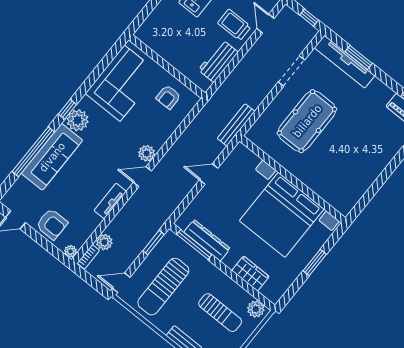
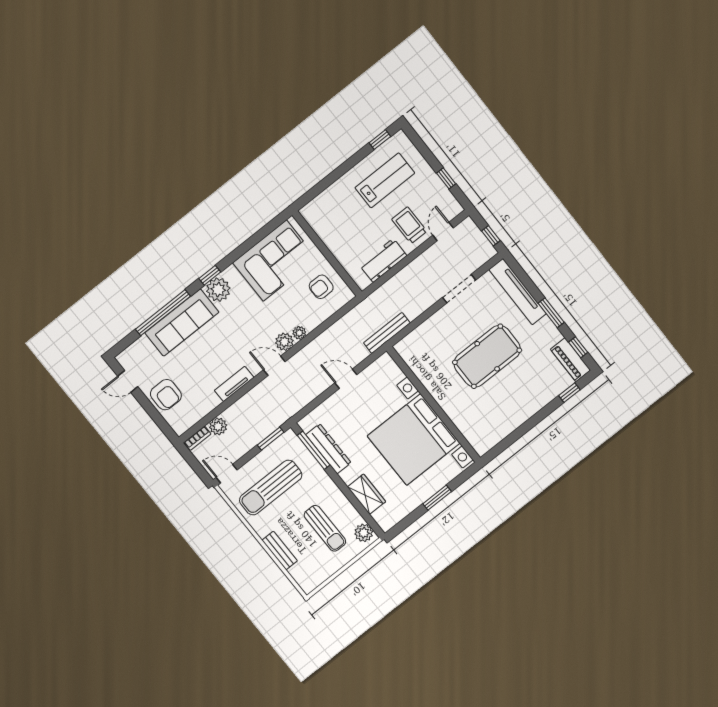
window: (359, 57) -> (551, 313), moved
pool table: (307, 121) -> (487, 356), moved
plant: (71, 251) -> (299, 333), moved

